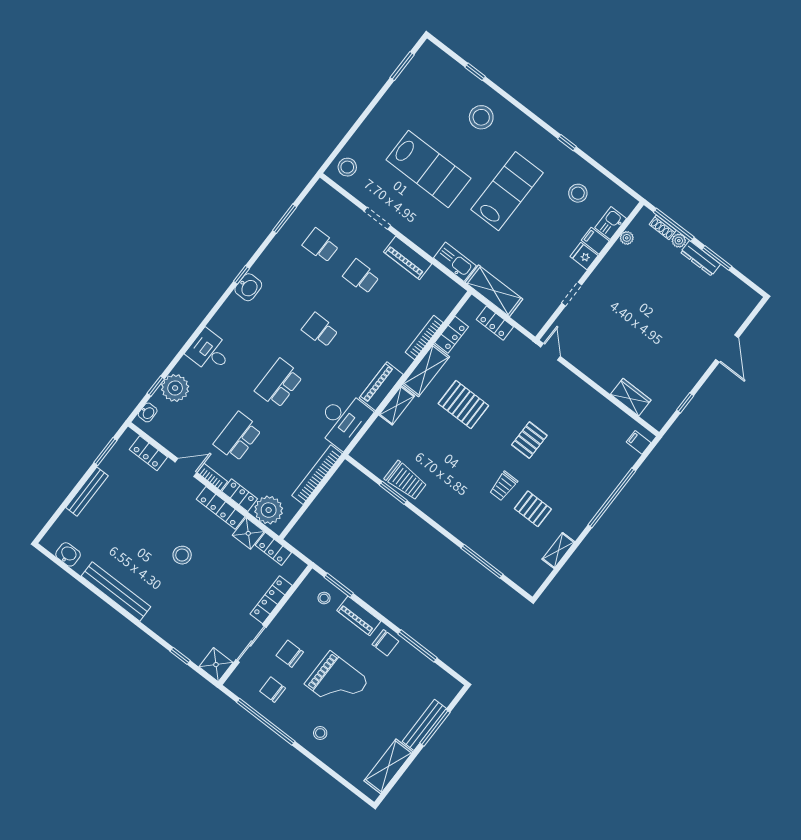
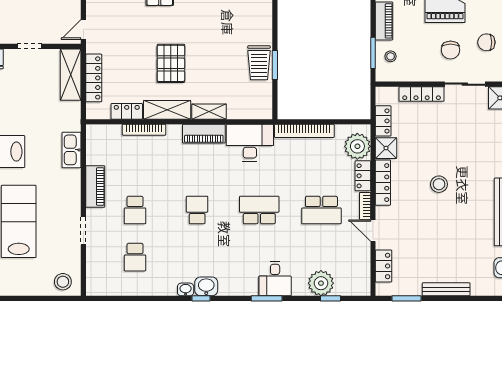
window: (285, 219) -> (267, 298), moved
shelving: (494, 291) -> (71, 75), moved
locker: (495, 323) -> (94, 78), width x1.53
school desk: (320, 330) -> (197, 210), turned 180
school desk: (279, 383) -> (259, 210), turned 180
washbasin: (148, 412) -> (186, 289), moved
trolley: (406, 481) -> (259, 63), turned 180
chair: (273, 690) -> (486, 42), turned 90

